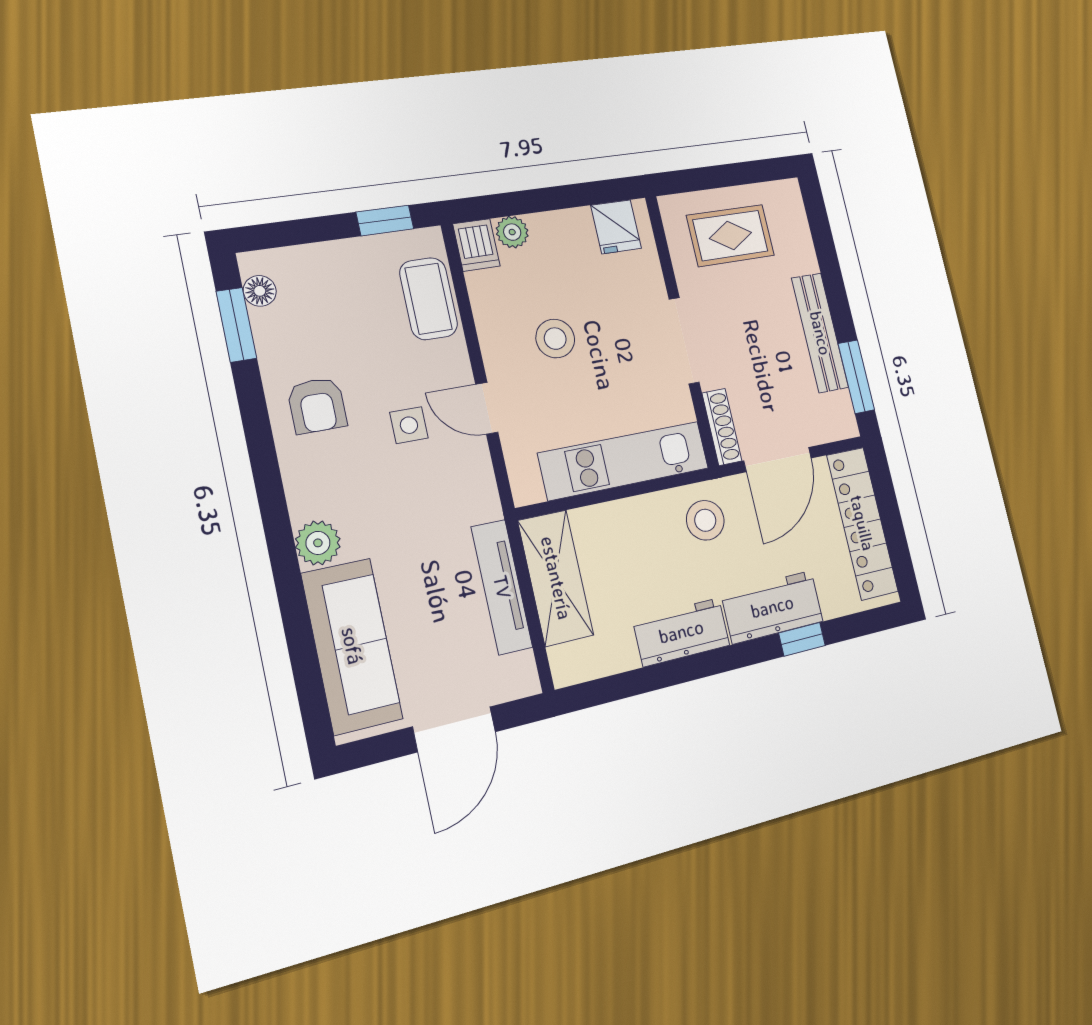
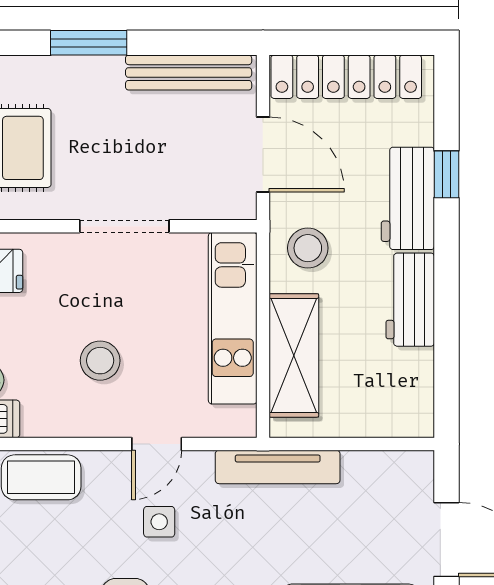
bench: (820, 333) -> (189, 73), moved
window: (856, 377) -> (89, 43), moved
shoe rack: (722, 427) -> (219, 207), removed
shelving: (556, 578) -> (294, 355), moved, turned 90
tv unit: (502, 587) -> (278, 467), moved

